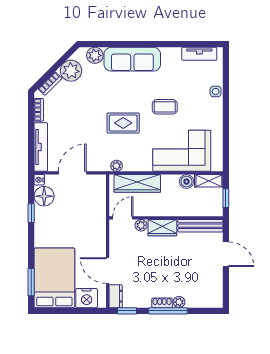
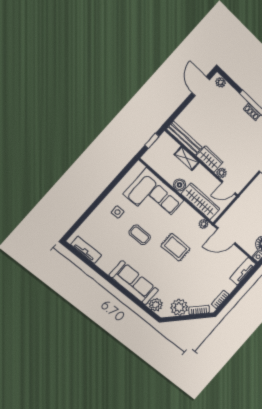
side table: (216, 92) -> (117, 212), moved
tv unit: (41, 147) -> (243, 271), width x0.71
door: (72, 173) -> (226, 236), moved
shelving: (209, 181) -> (187, 158), moved
boiler: (187, 182) -> (180, 185), moved
door: (226, 254) -> (201, 86), moved
plant: (179, 302) -> (221, 82), moved

